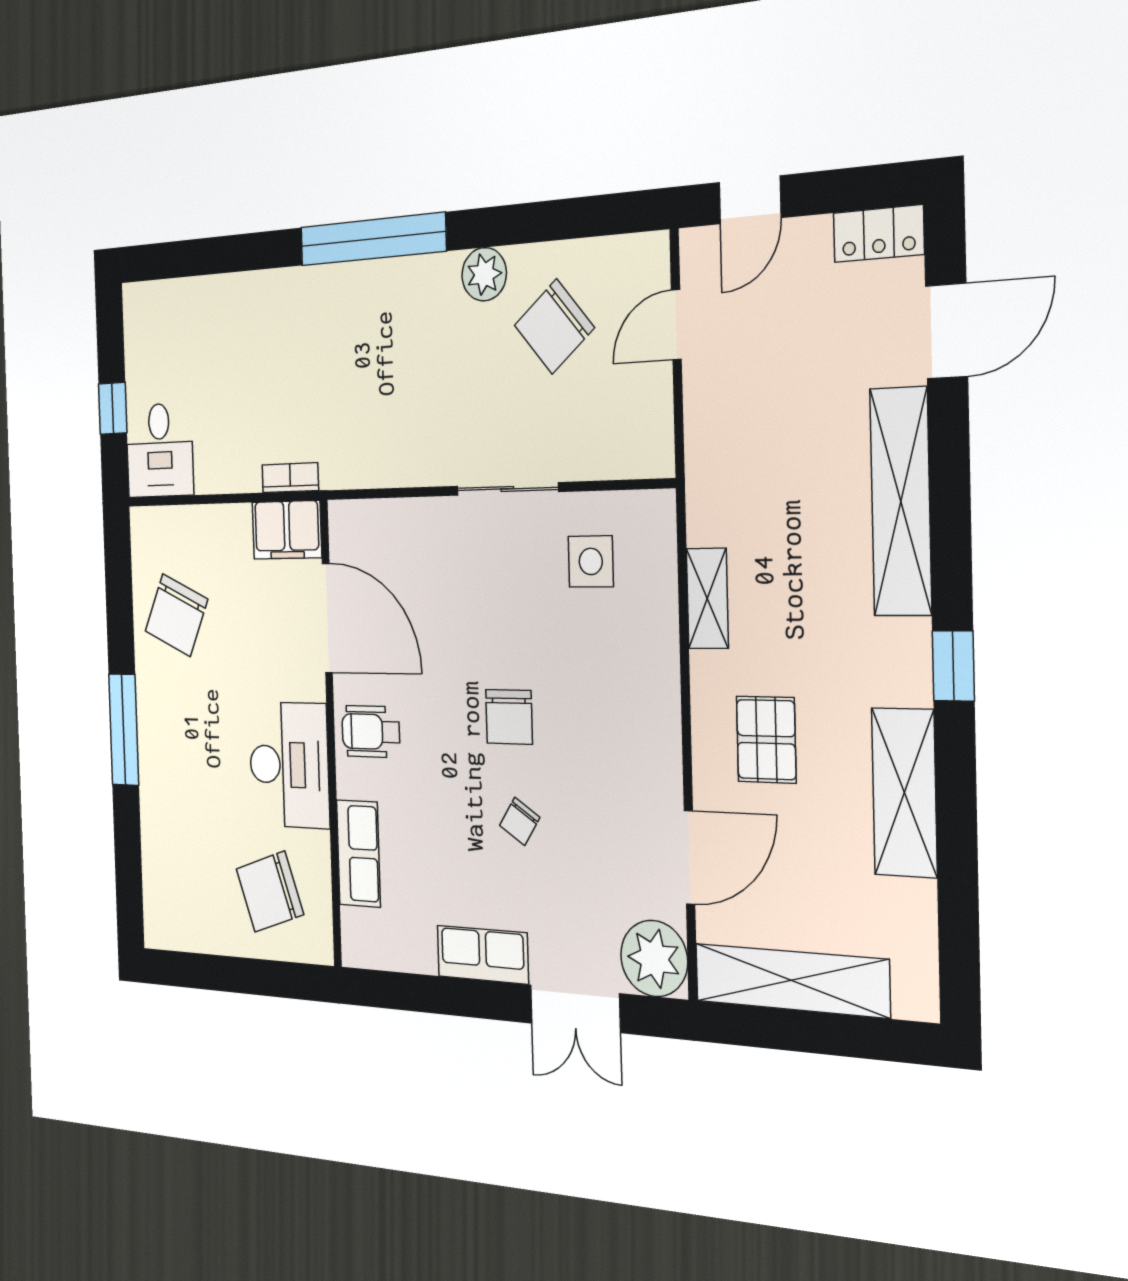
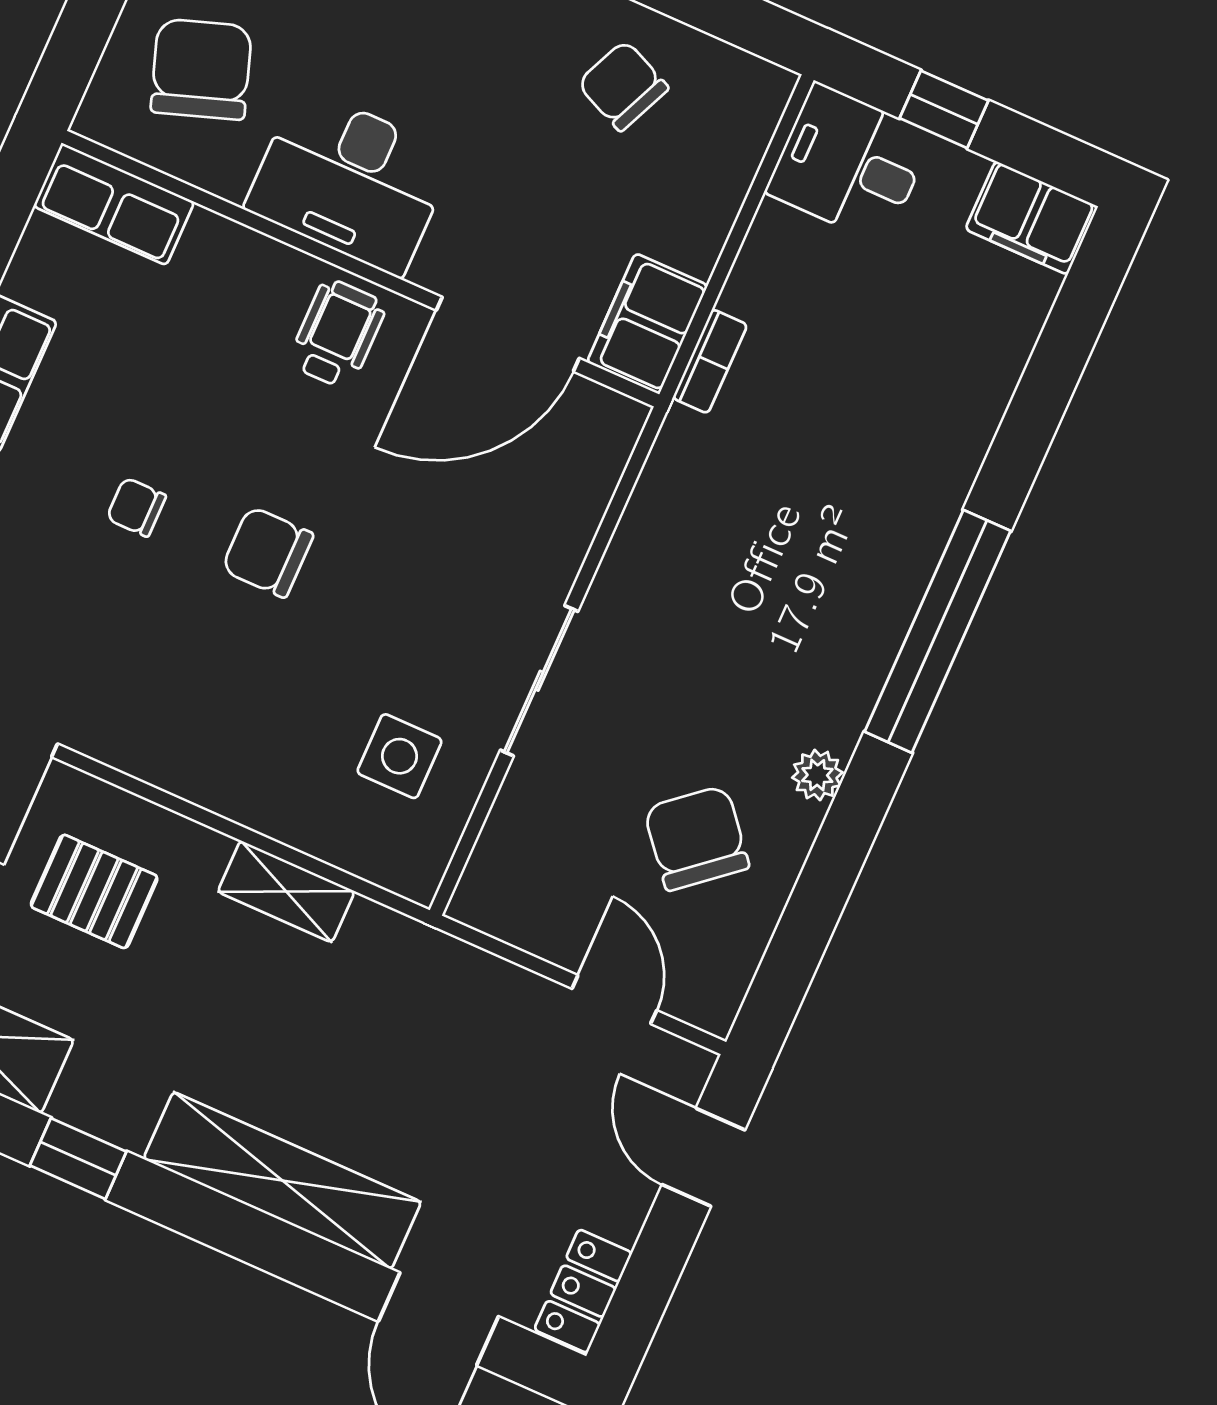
plant: (484, 274) -> (817, 775), width x0.73, depth x0.73
filing cabinet: (143, 320) -> (1032, 218), added
chair: (176, 615) -> (623, 86), width x0.73, depth x0.73
chair: (520, 821) -> (136, 507), turned -33
row of seats: (358, 853) -> (114, 204), moved

